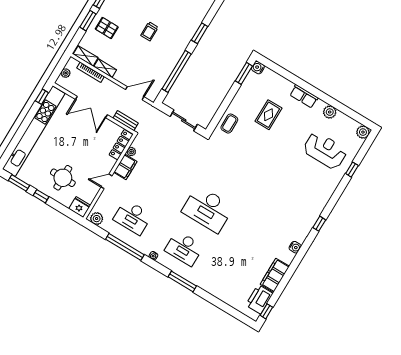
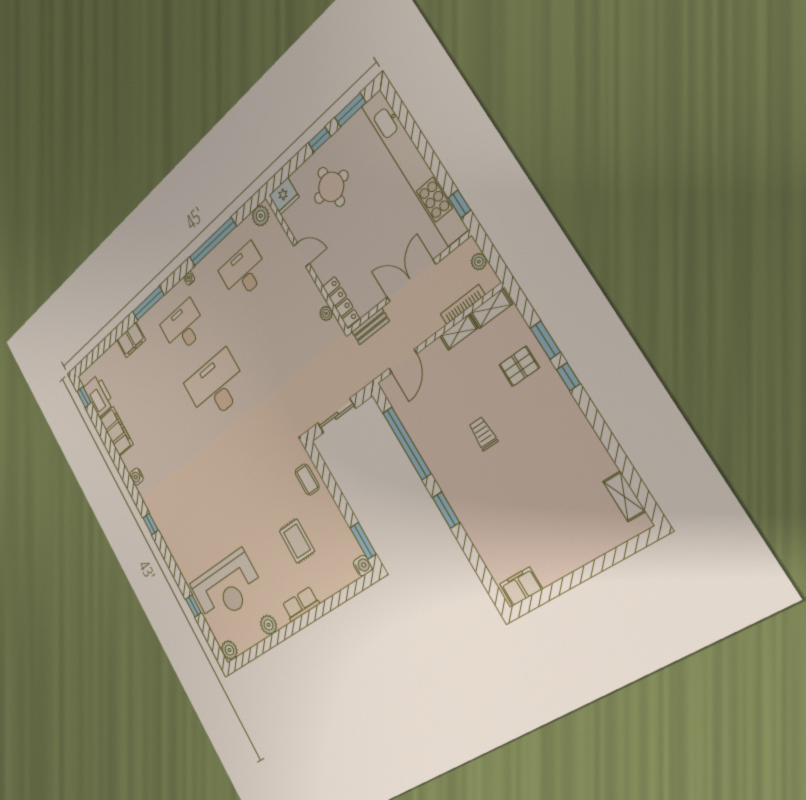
reception desk: (325, 150) -> (227, 587), width x1.36, depth x1.30
filing cabinet: (125, 167) -> (131, 340), moved, turned -90
door: (107, 181) -> (302, 255), hinge flipped

